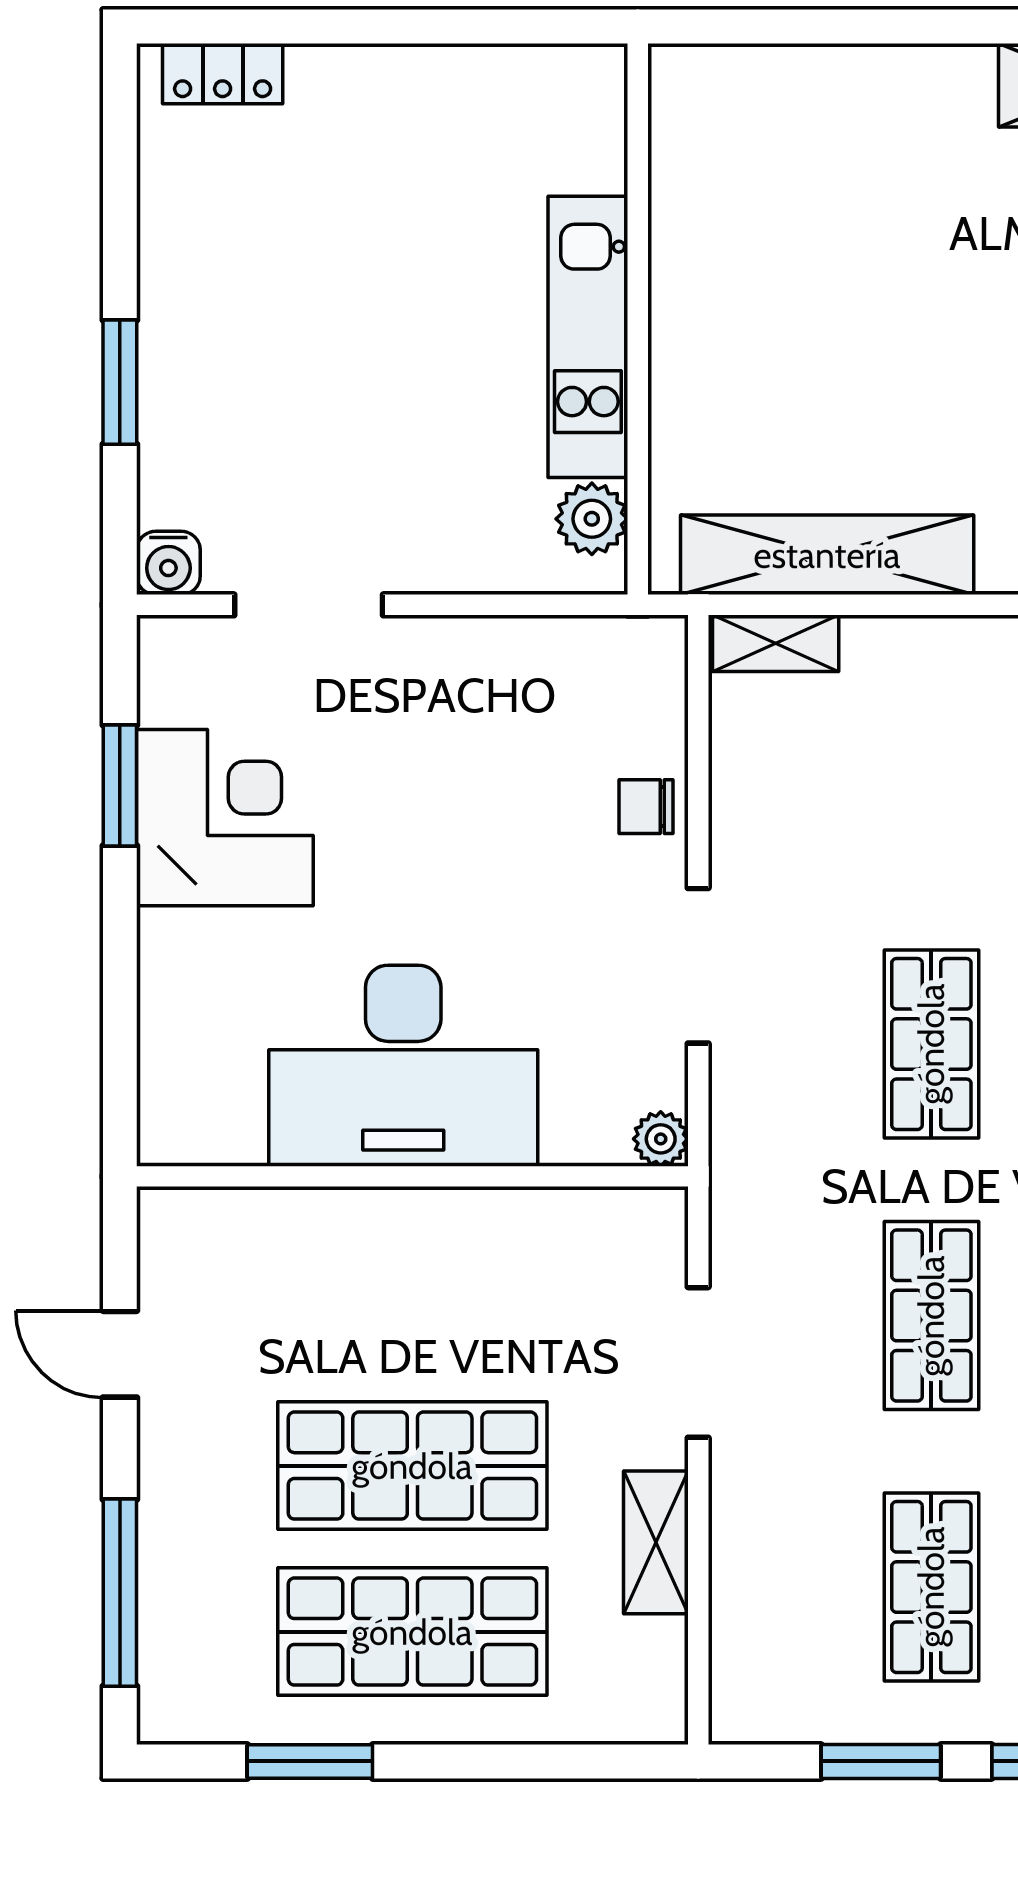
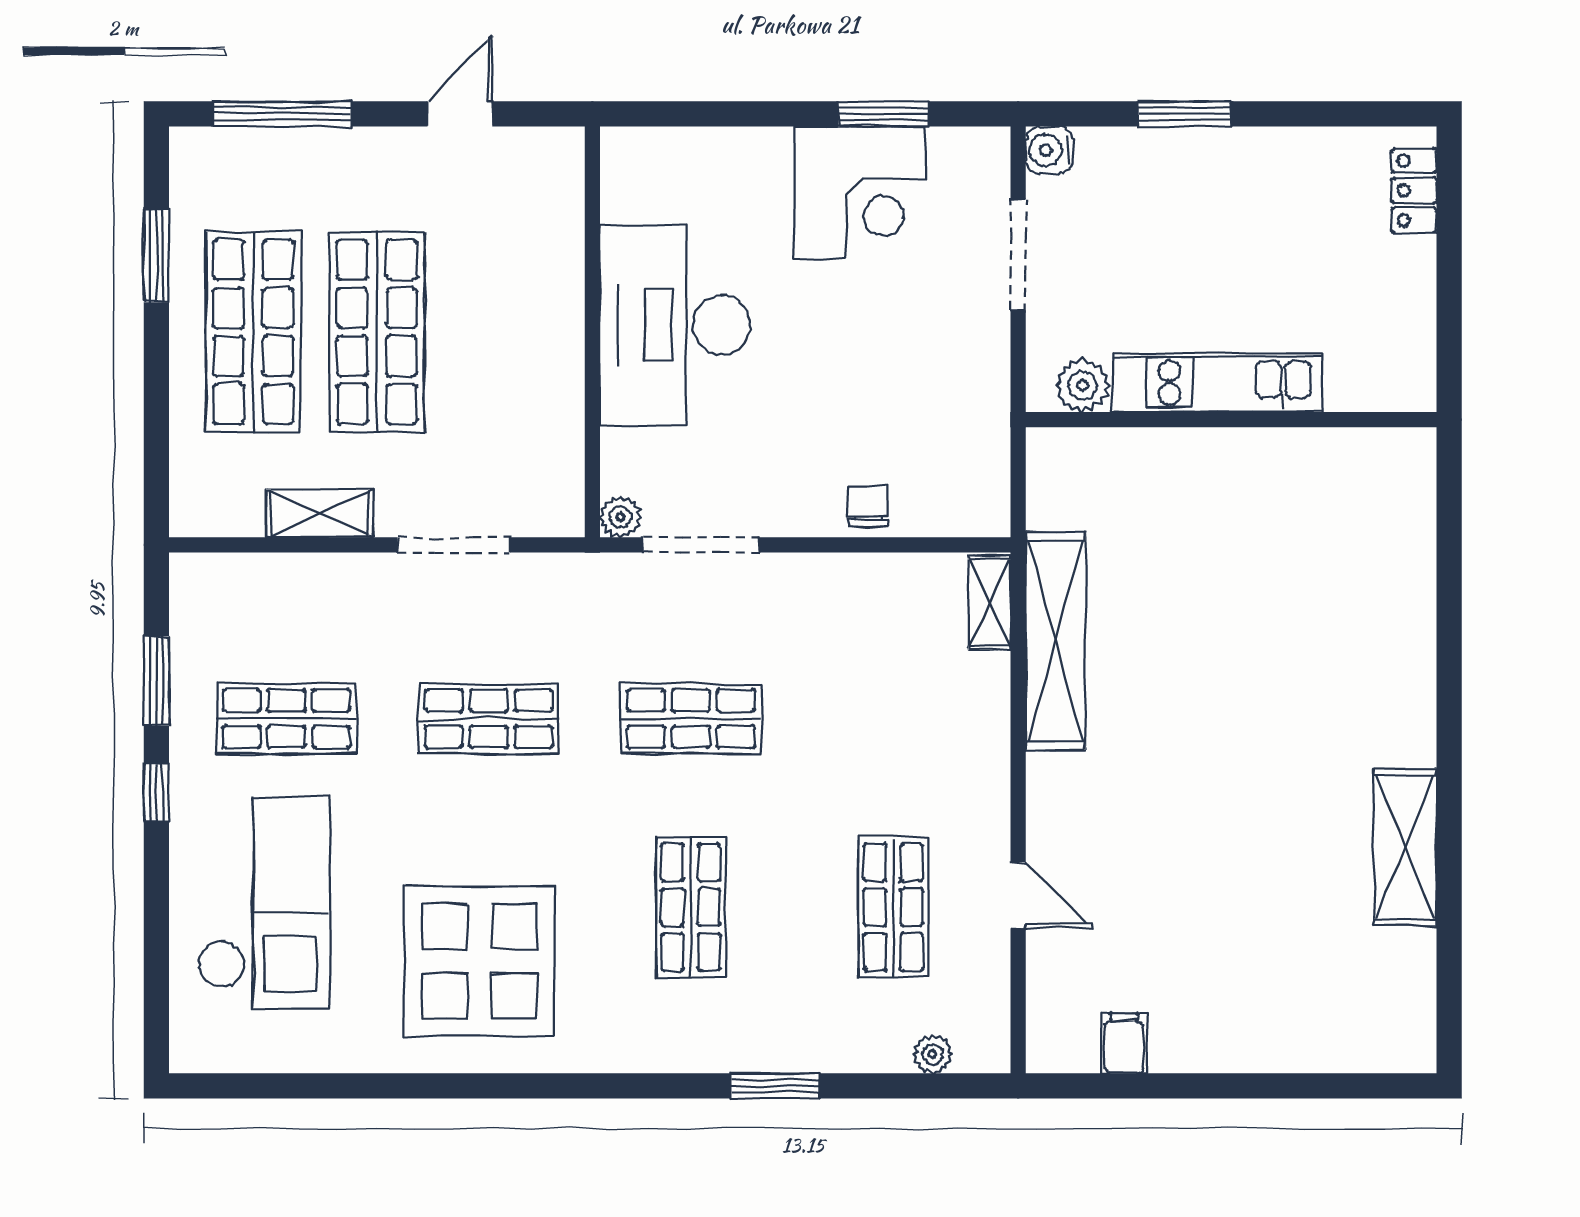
wall: (638, 319) -> (1231, 420), moved
kitchen unit: (588, 337) -> (1218, 383), moved
plant: (592, 519) -> (1082, 385), moved
doorway: (698, 966) -> (701, 545), moved

